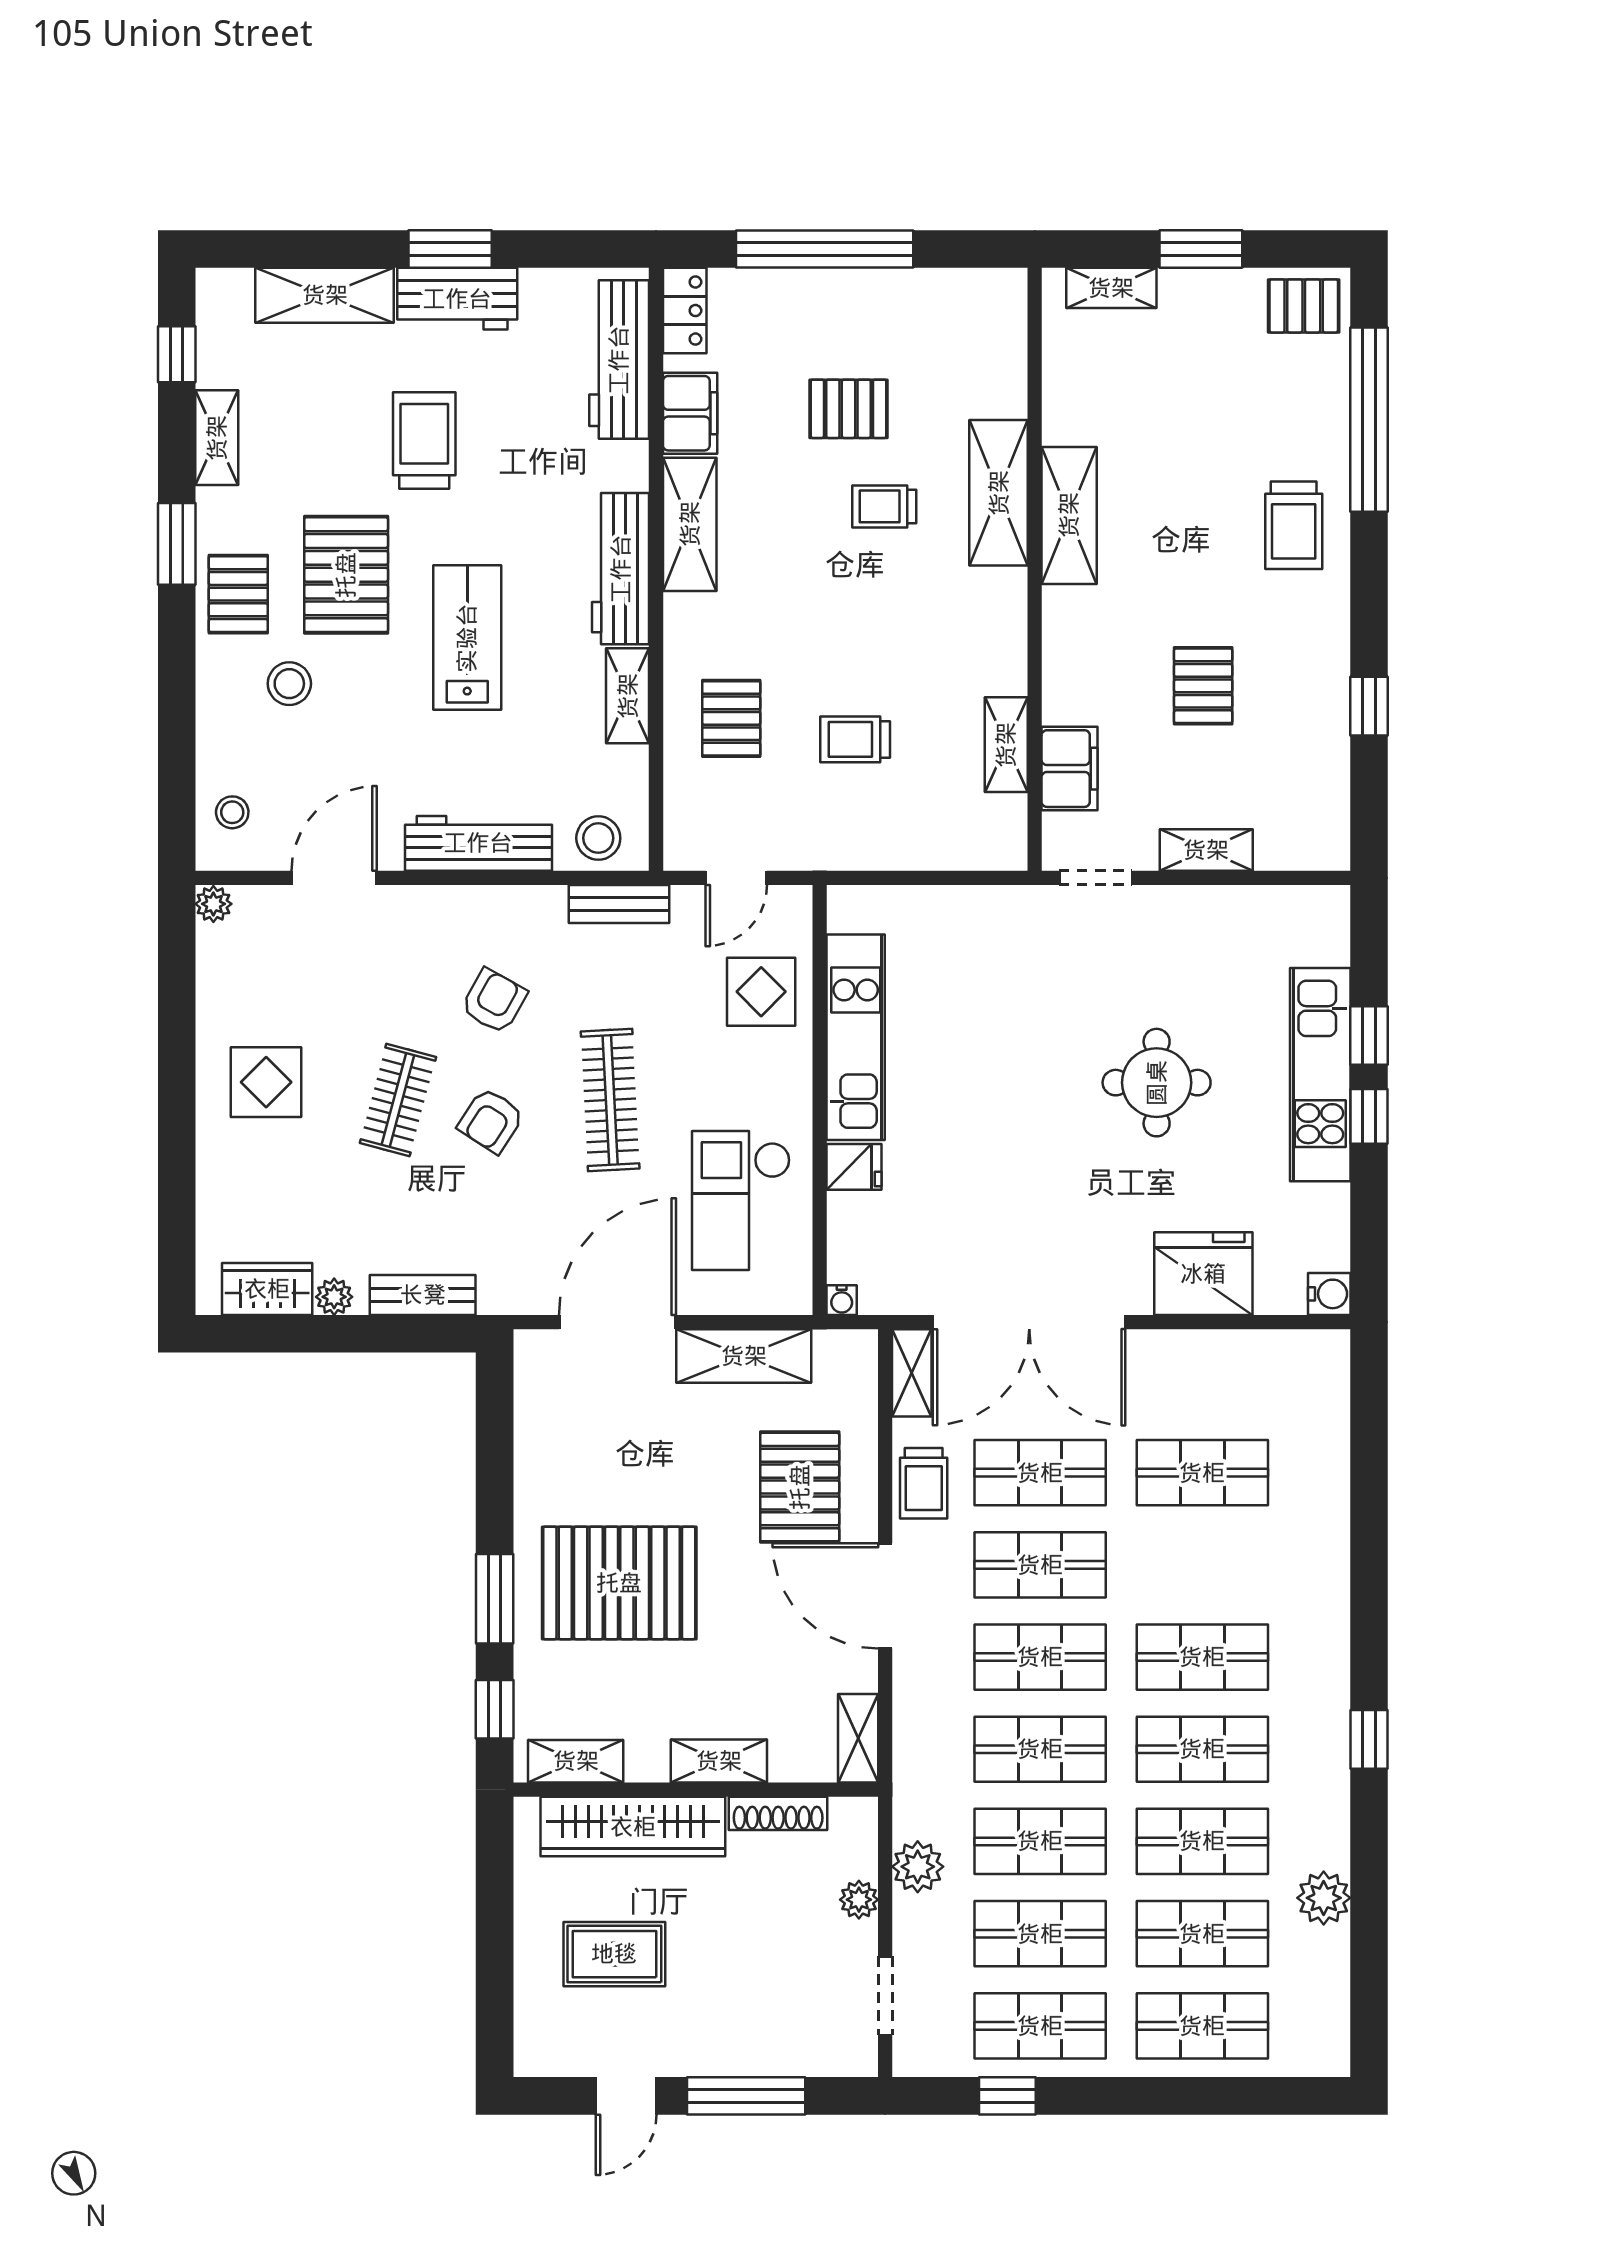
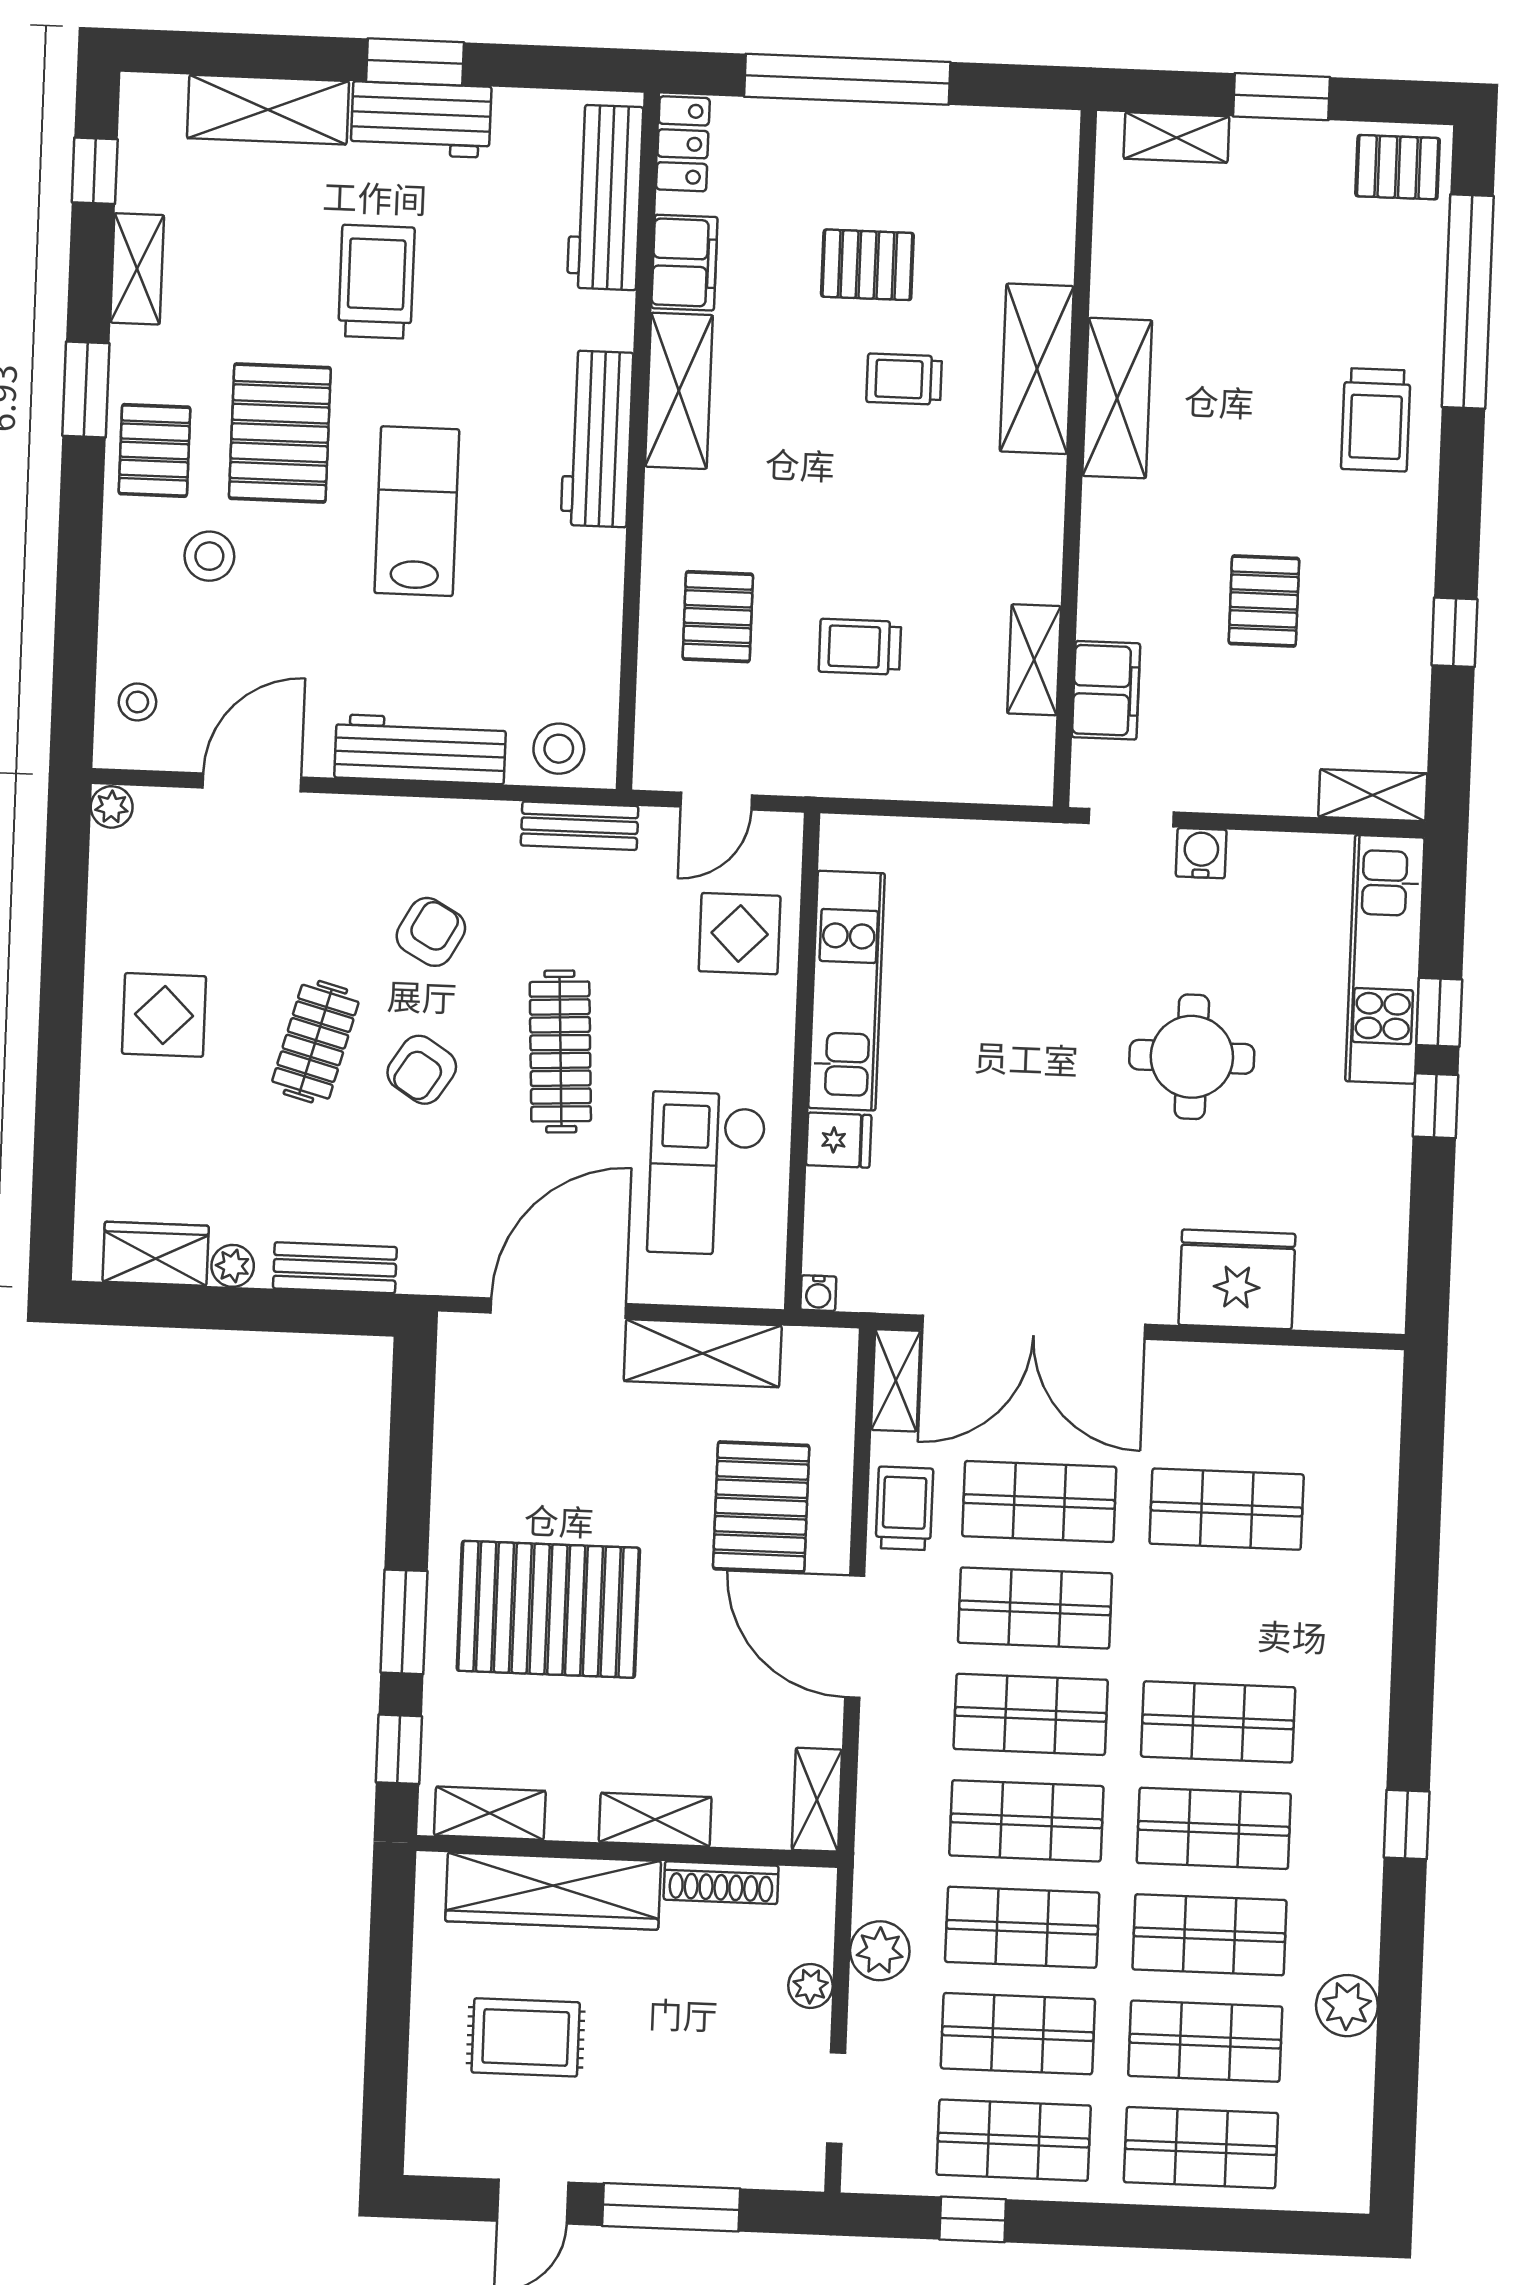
shelving: (628, 696) -> (599, 586), removed
shelving: (1206, 850) -> (1373, 795), moved
kitchen unit: (1320, 1075) -> (1385, 959), moved
water cooler: (1329, 1294) -> (1201, 853), moved, turned -90
trolley: (924, 1483) -> (904, 1508), turned 180

